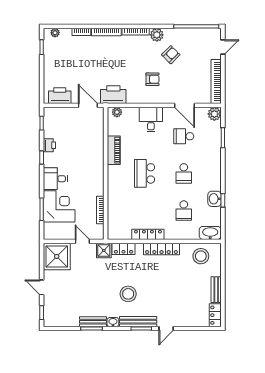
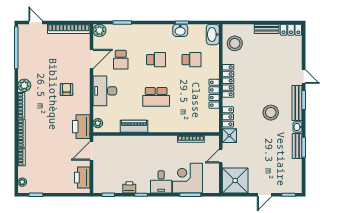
armchair: (171, 55) -> (43, 72), removed
desk: (151, 120) -> (105, 91), width x1.37

